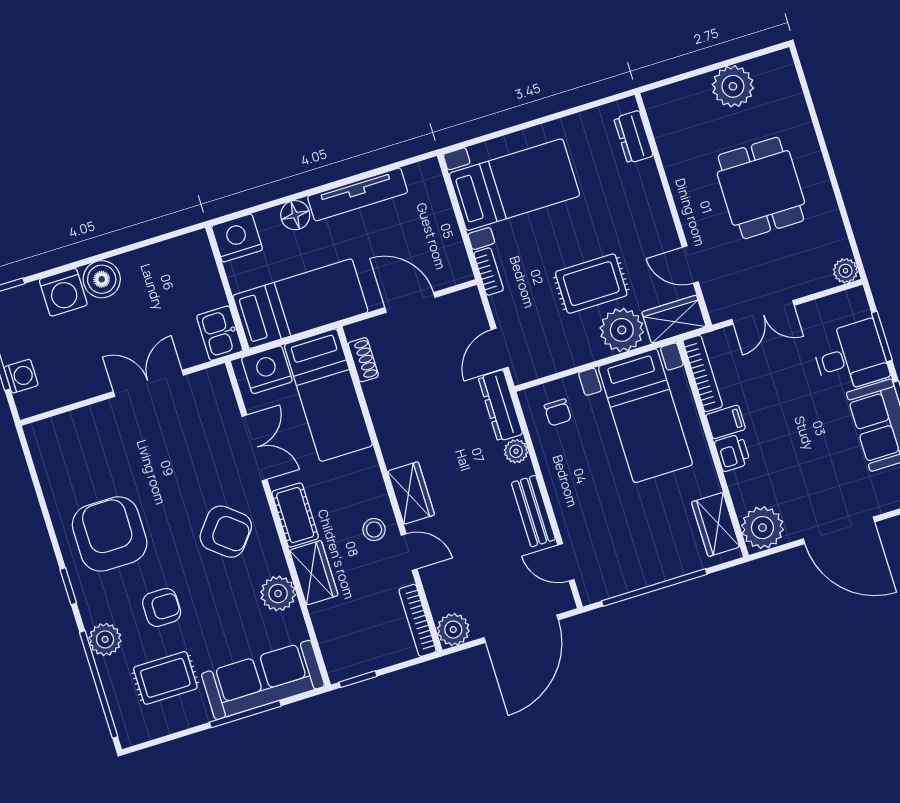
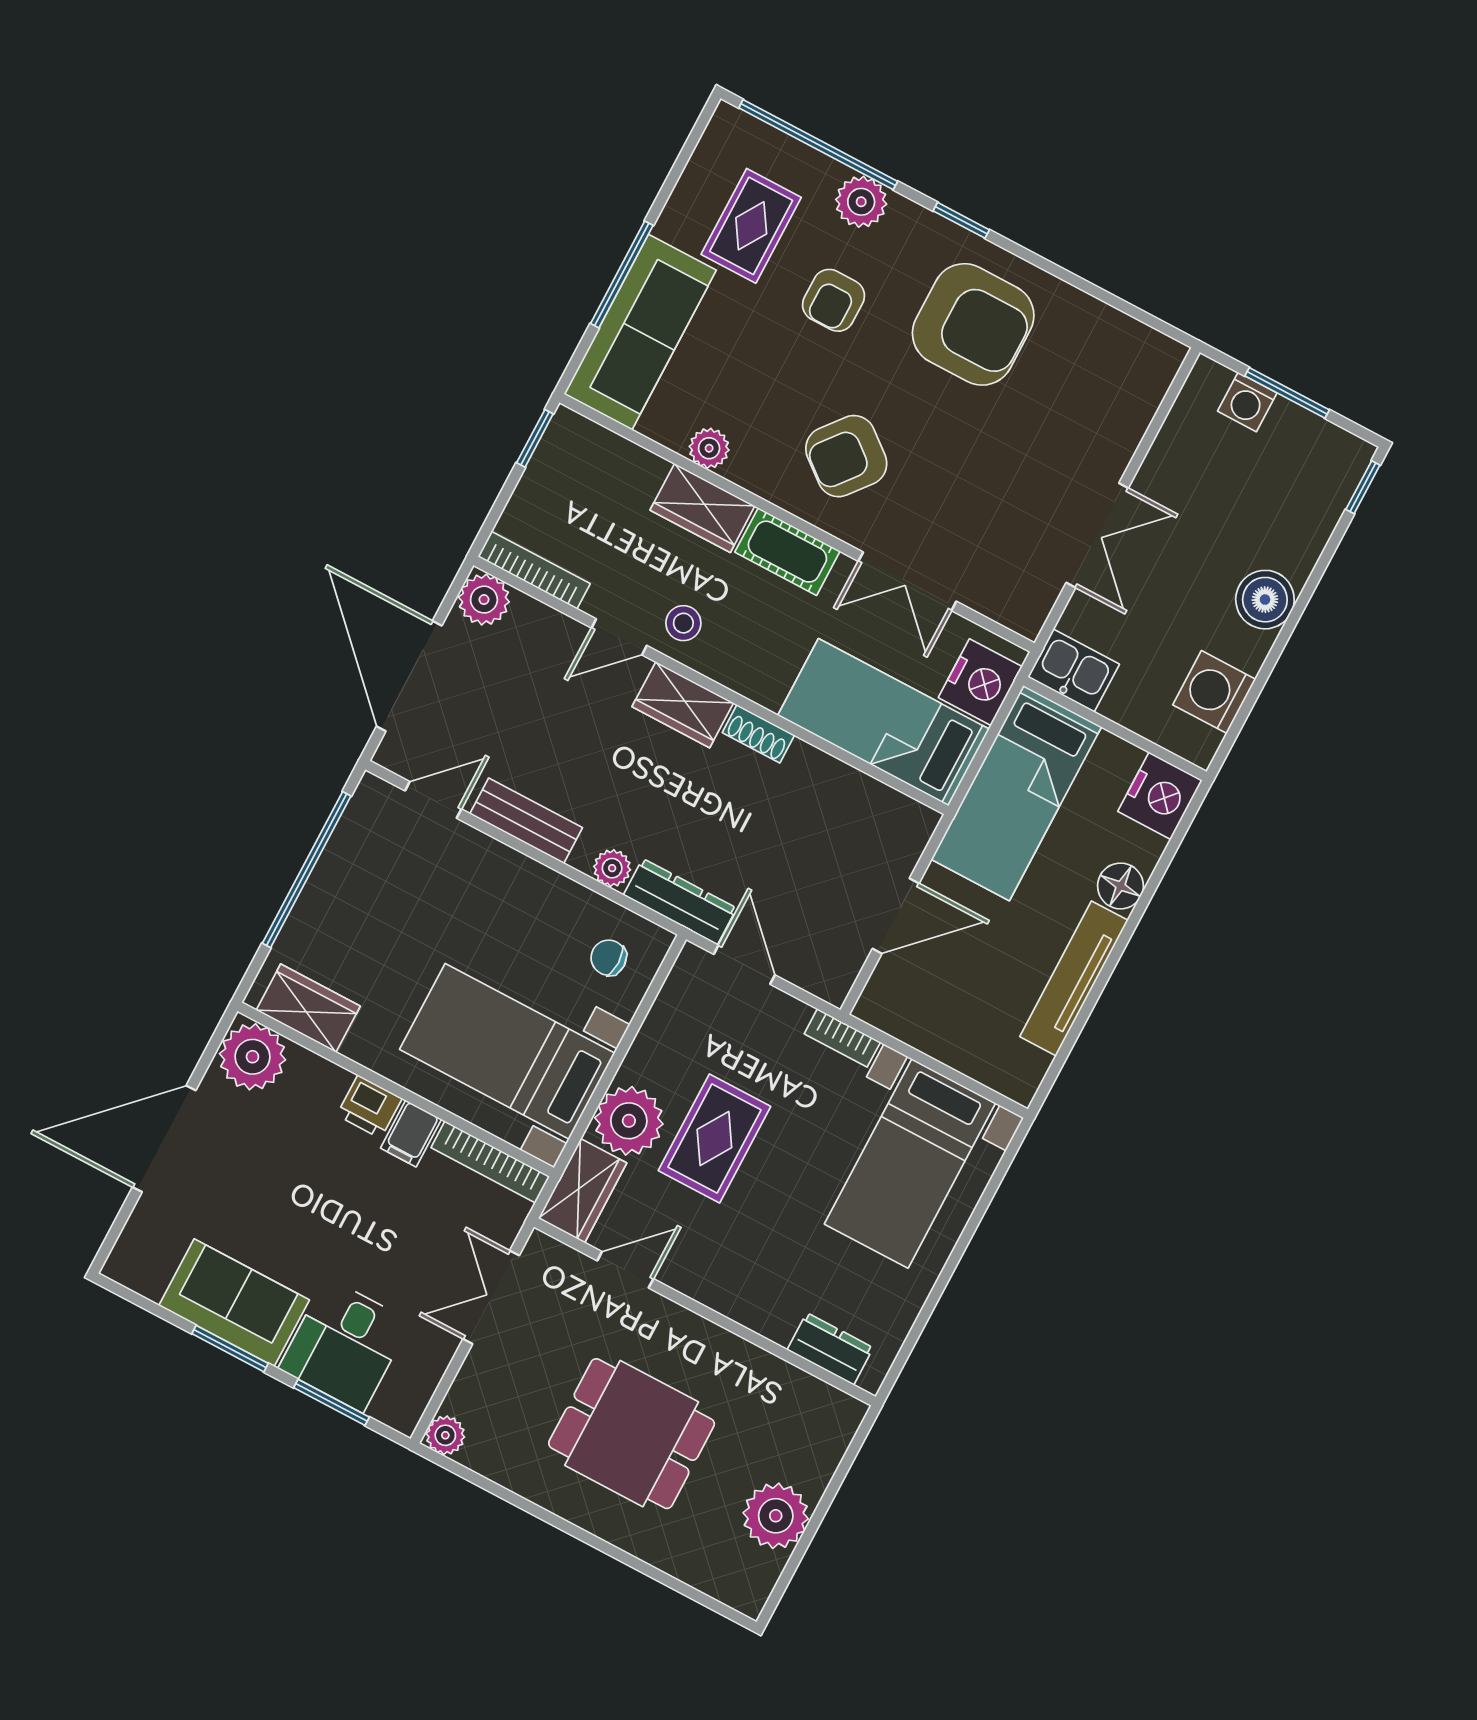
washing machine: (63, 292) -> (1214, 692), moved
shoe rack: (363, 360) -> (758, 734), moved
plant: (278, 594) -> (709, 448), width x0.73, depth x0.73

